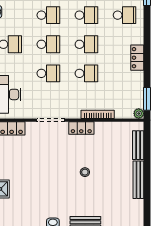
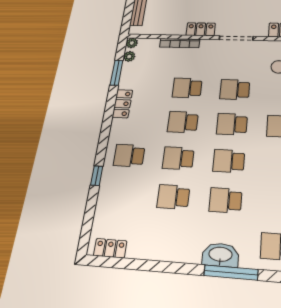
window: (147, 99) -> (117, 73), moved
plant: (139, 101) -> (129, 56), added

